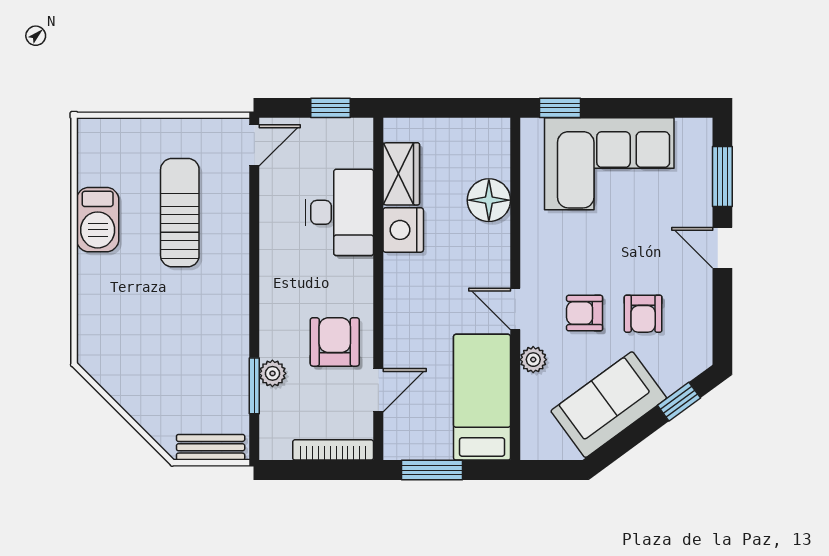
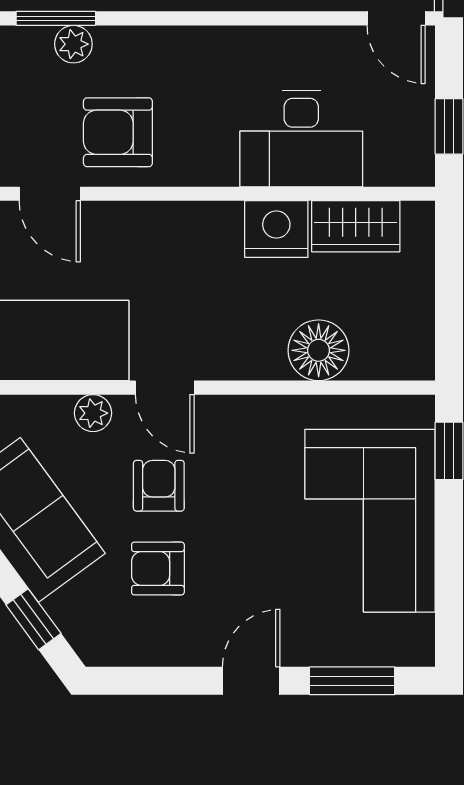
door: (515, 309) -> (165, 388), swing flipped
armchair: (335, 342) -> (118, 132), turned 180

